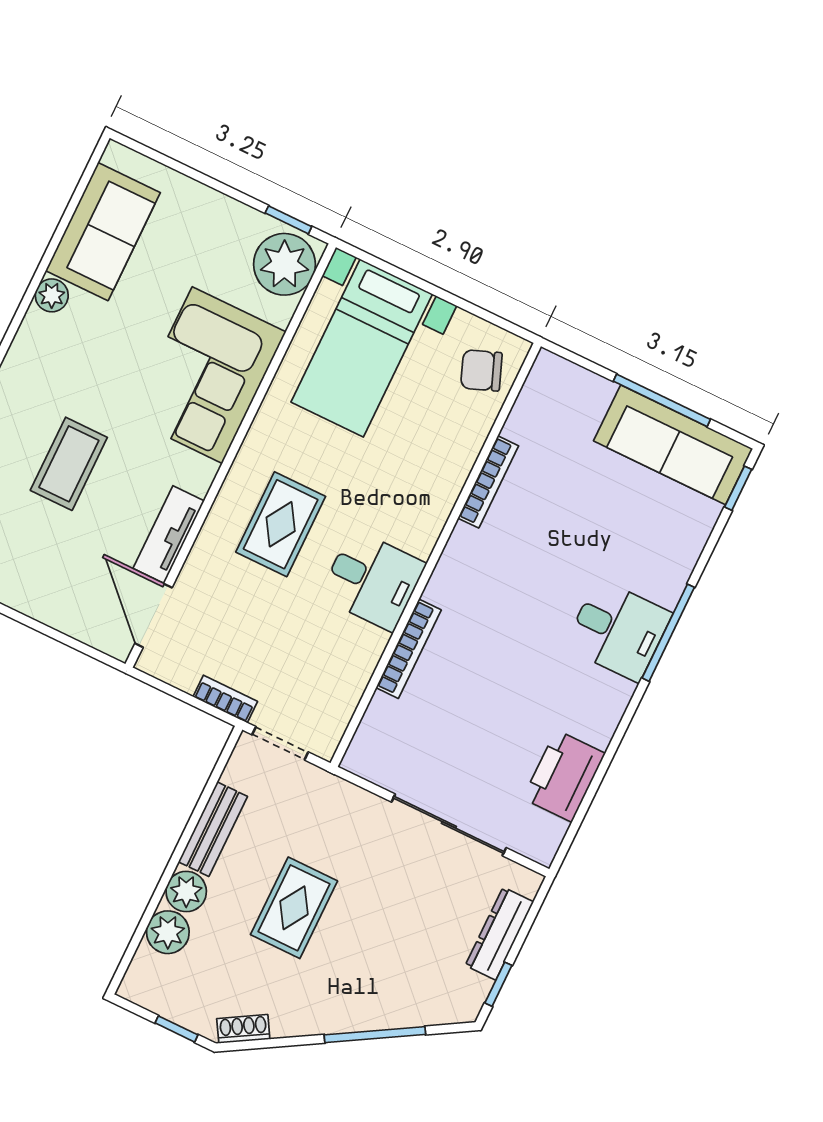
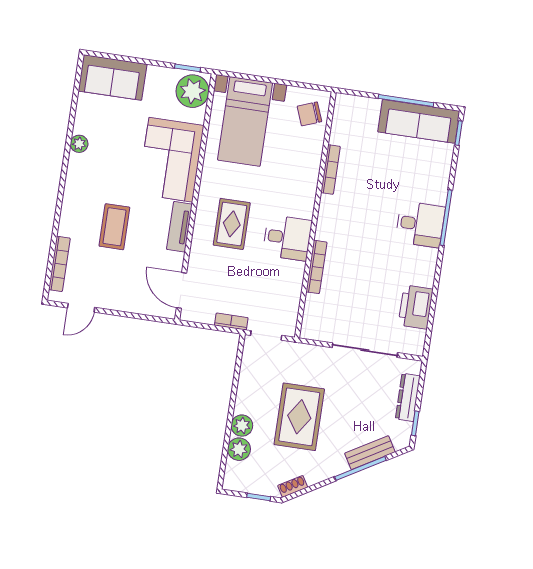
sofa: (103, 232) -> (113, 78), moved, turned 90
tv unit: (169, 535) -> (179, 227), moved
bench: (213, 829) -> (370, 453), moved, turned 60
rug: (294, 908) -> (299, 417), width x1.36, depth x1.43

